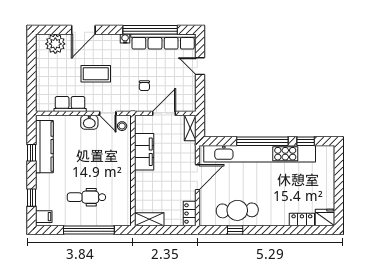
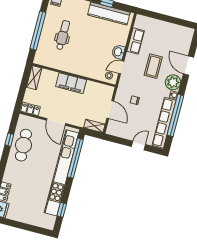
plant: (55, 44) -> (173, 82), moved
window: (262, 141) -> (75, 158), moved
filing cabinet: (144, 152) -> (71, 83), moved

